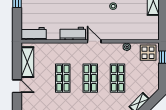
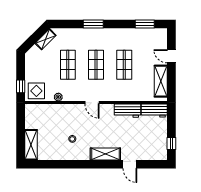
workbench: (73, 34) -> (127, 111), moved

